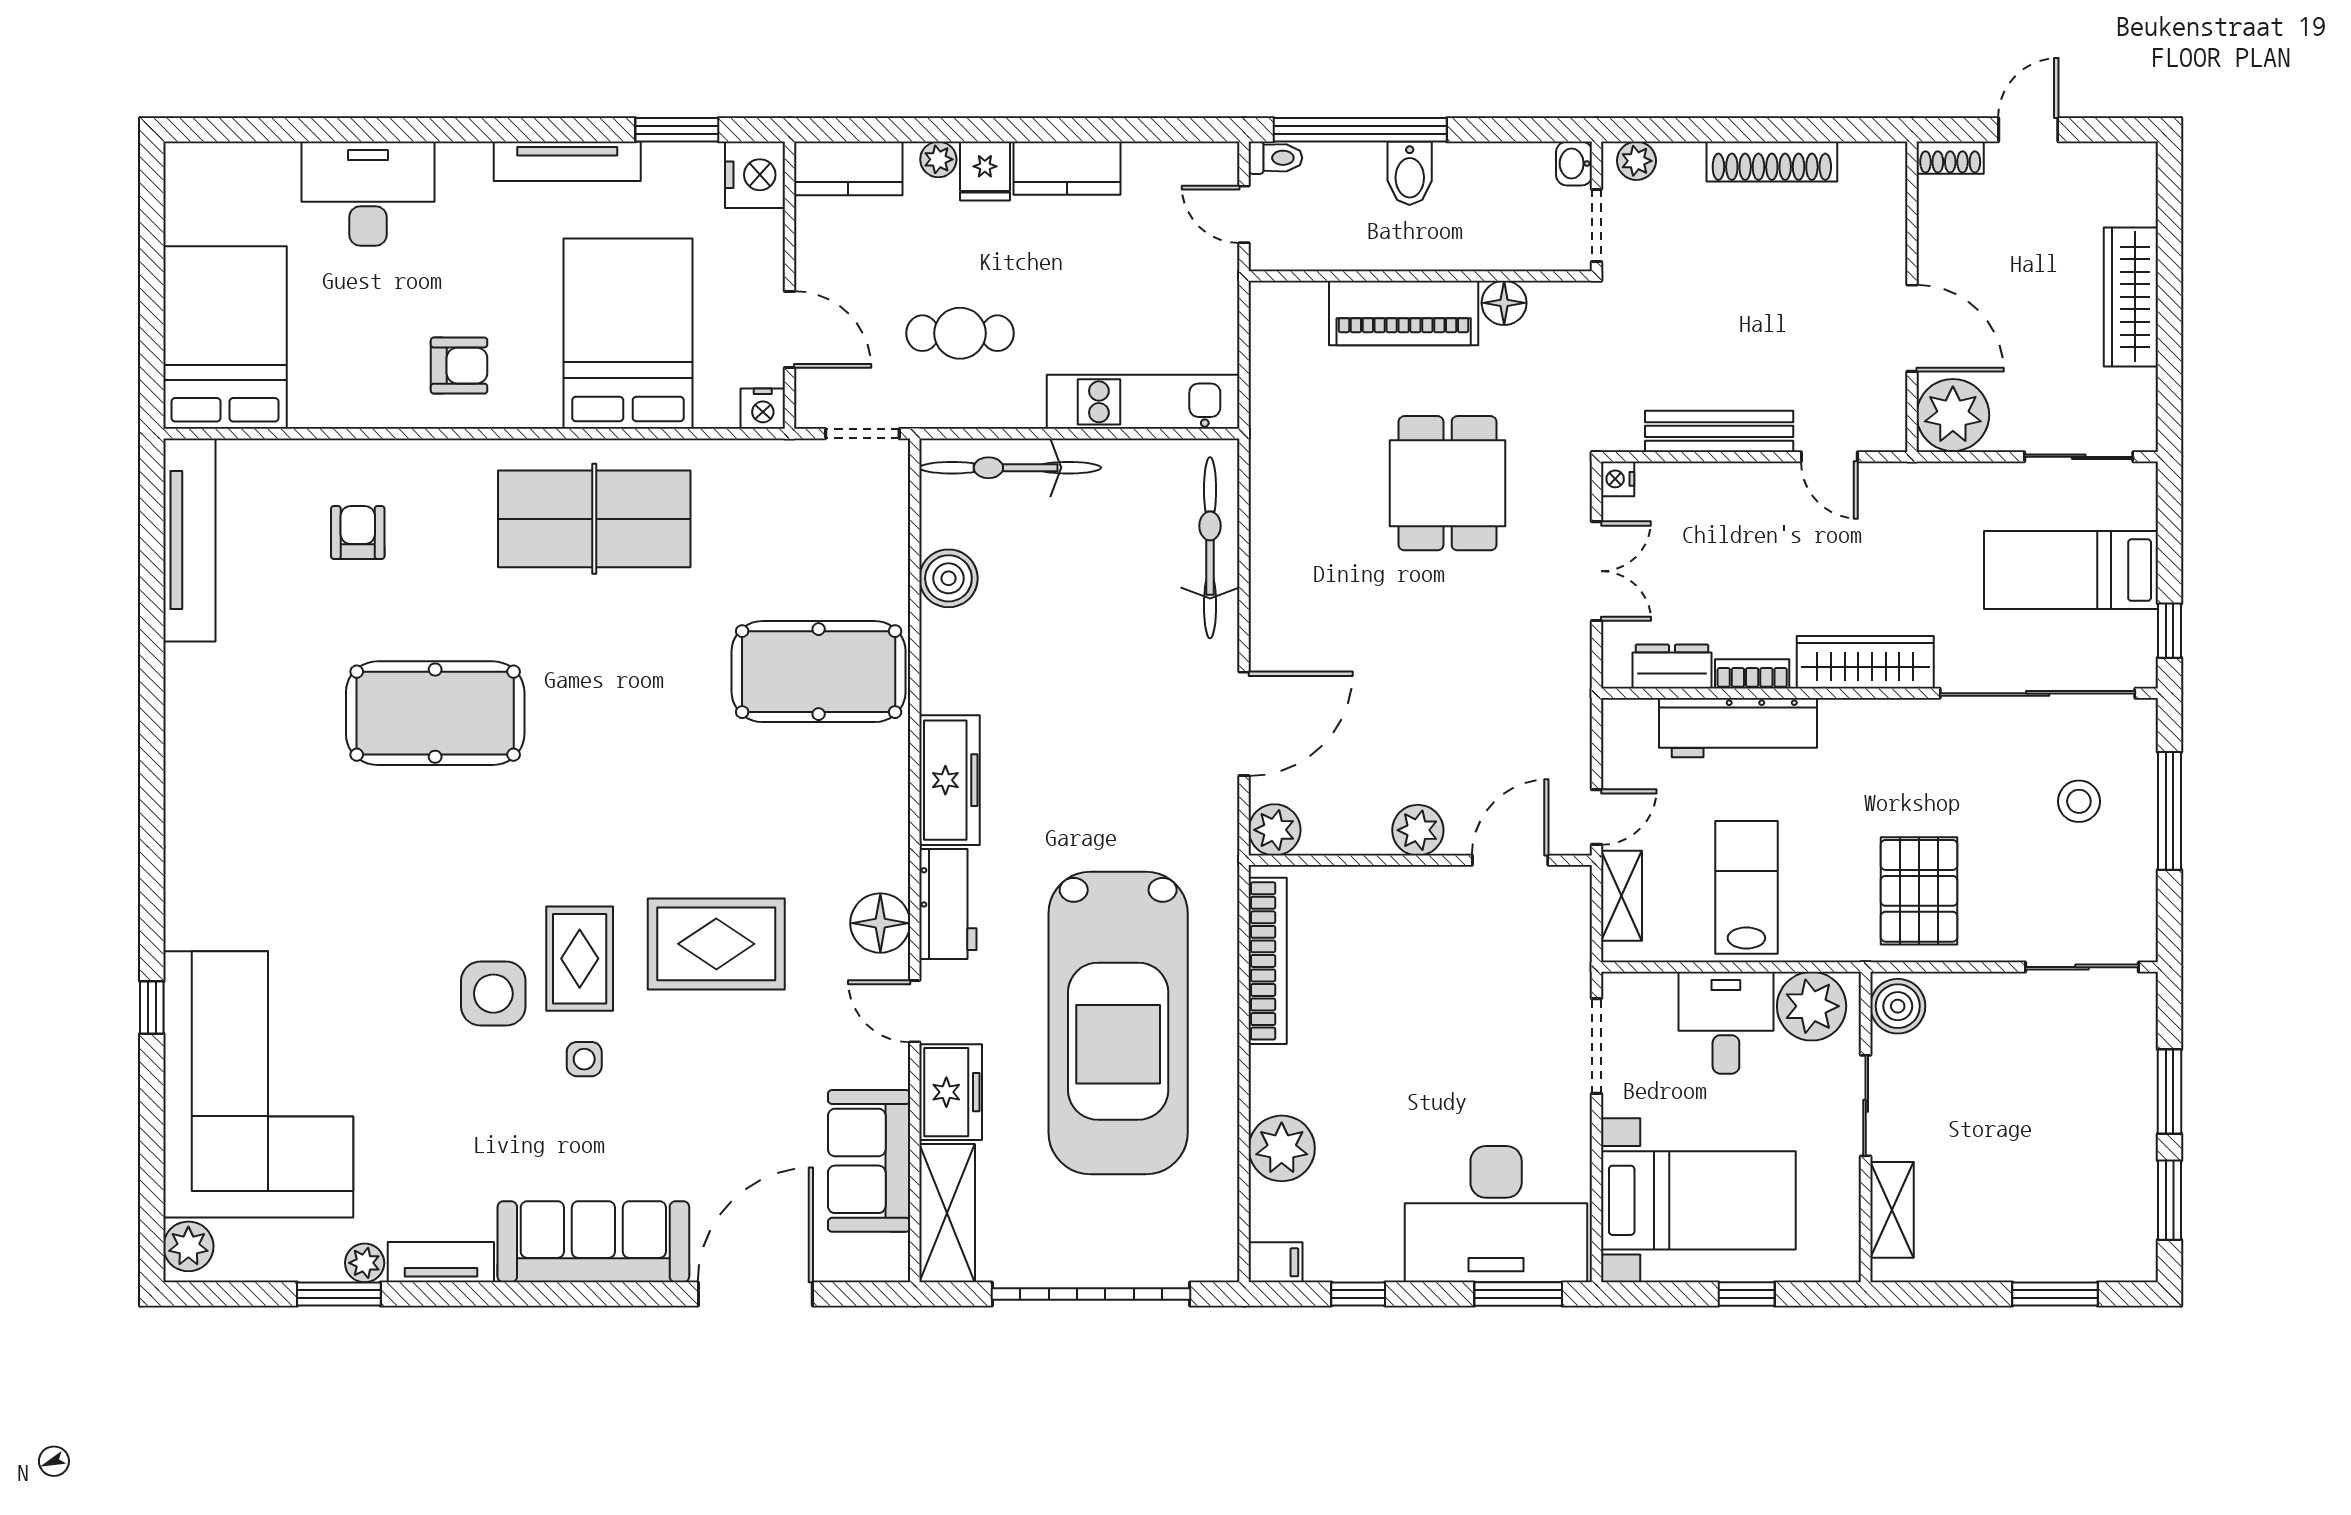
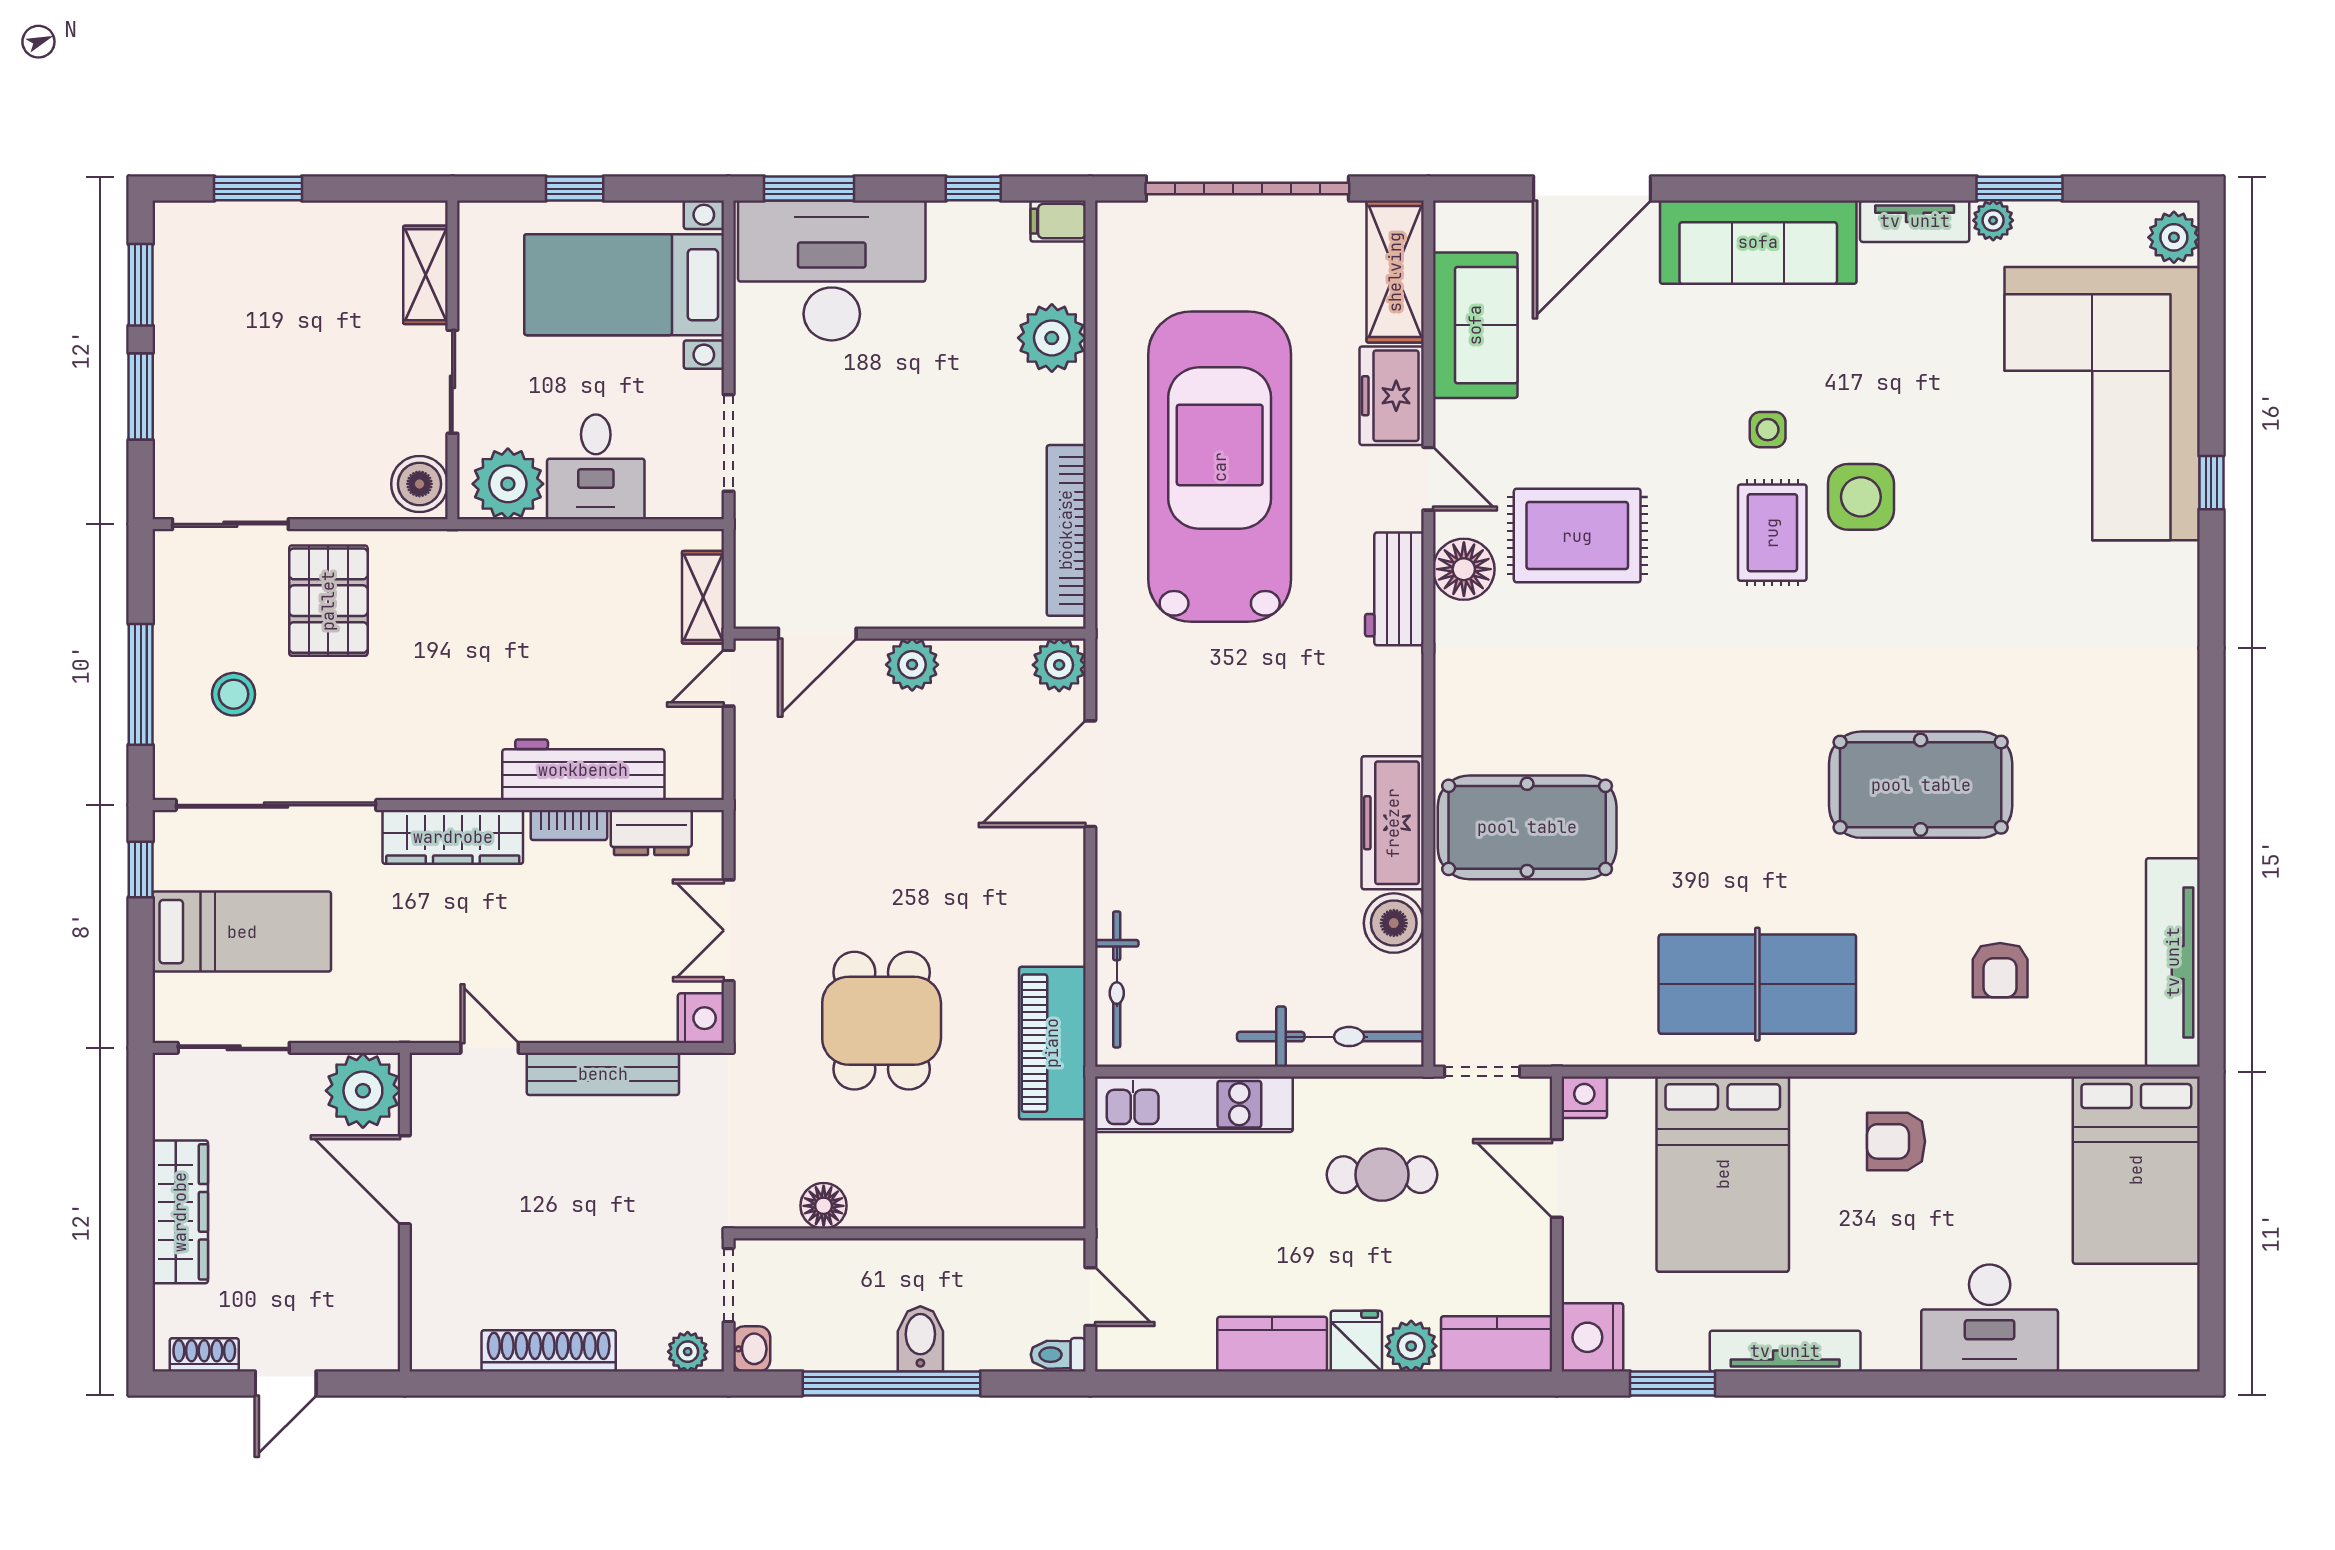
window: (1360, 130) -> (891, 1383), moved
shoe rack: (1950, 158) -> (204, 1355), moved
plant: (938, 159) -> (1411, 1346), width x1.38, depth x1.38
piano: (1404, 313) -> (1052, 1043), moved, turned -90
nightstand: (1618, 479) -> (701, 1018), width x1.39, depth x1.35
bicycle: (1210, 548) -> (1117, 979), width x0.73, depth x0.71
freezer: (950, 780) -> (1393, 823), moved
lab bench: (1746, 887) -> (575, 606), removed
pallet: (1919, 891) -> (328, 601), moved
rug: (716, 944) -> (1577, 536), moved

